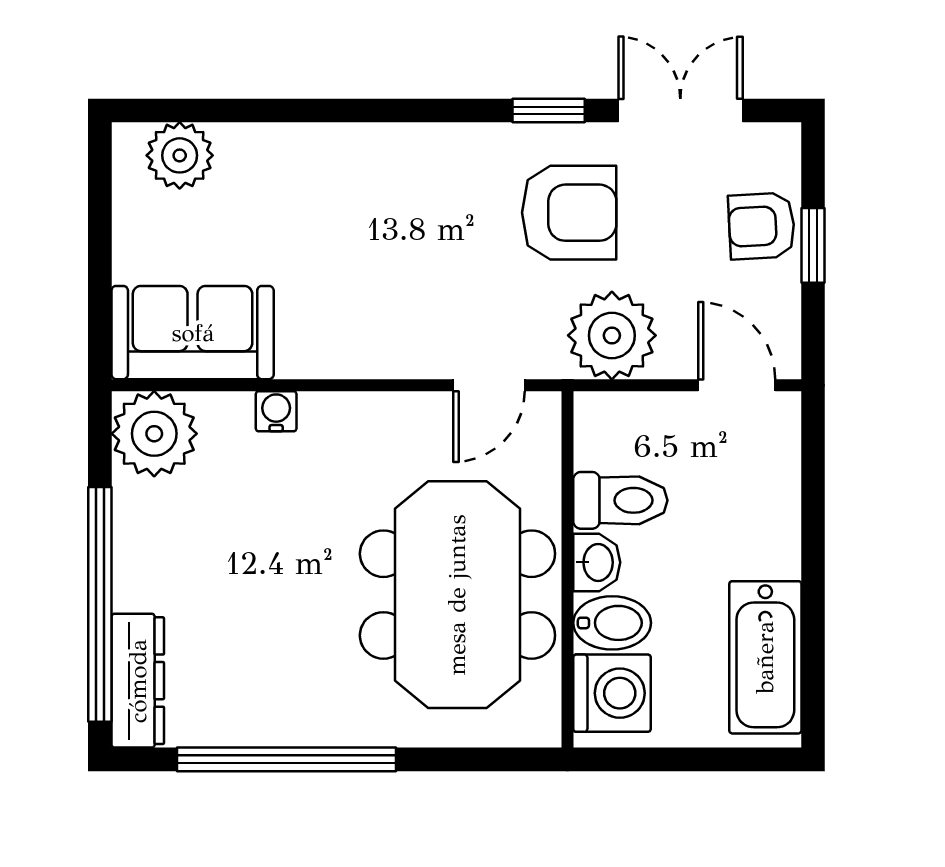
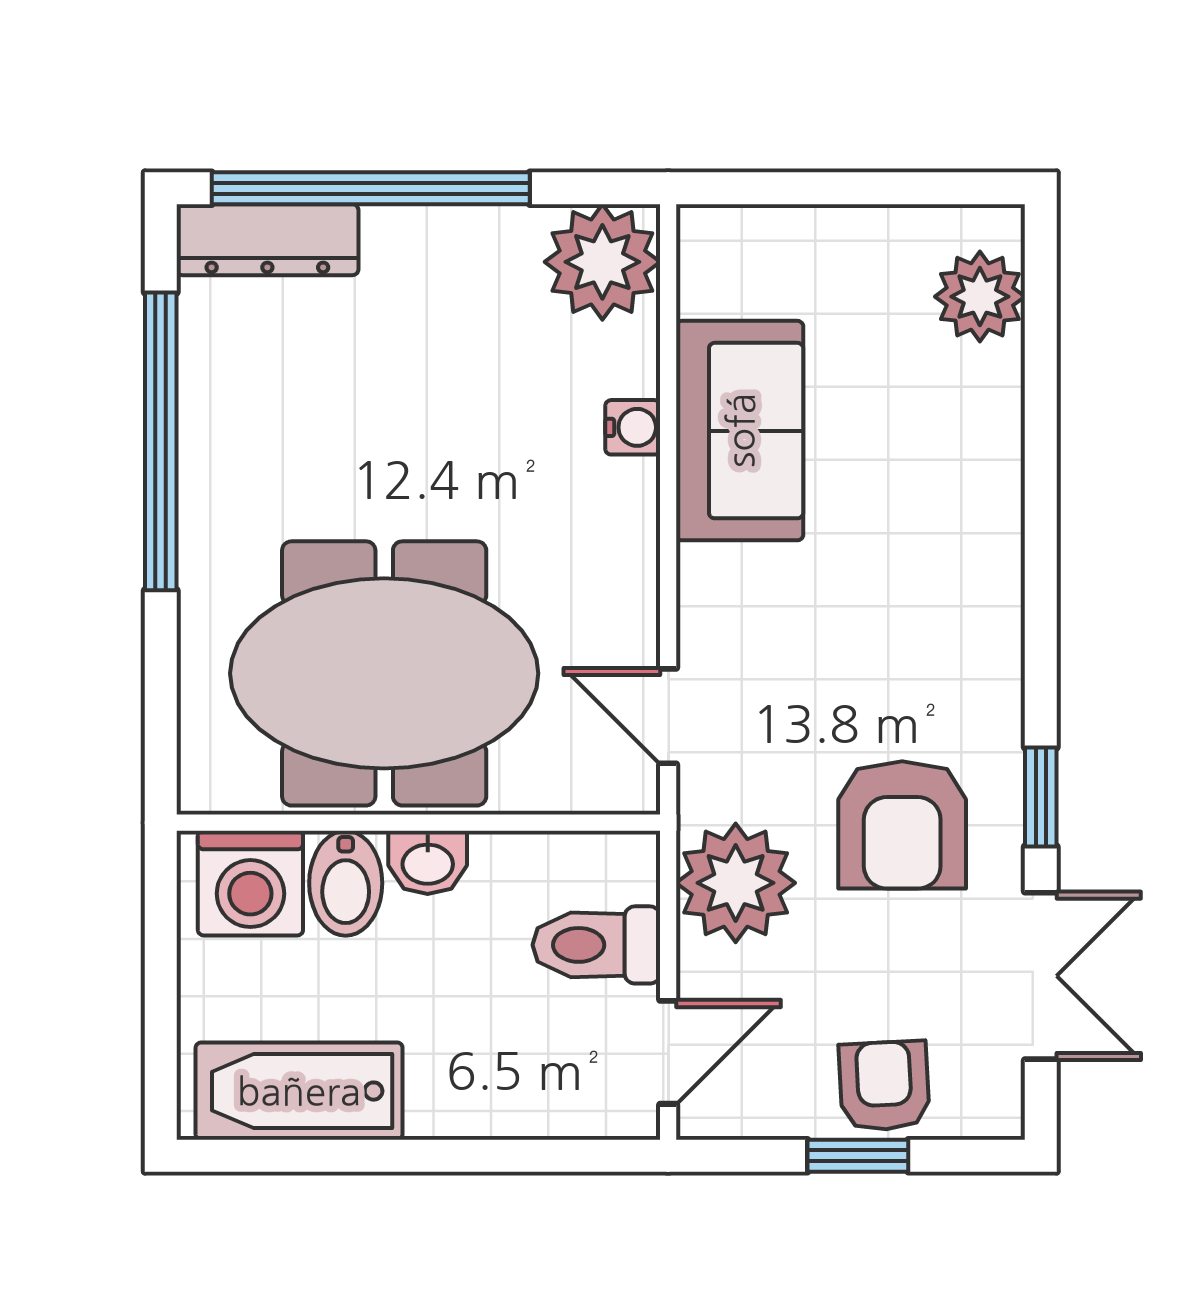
sofa: (193, 333) -> (740, 431), moved
toilet: (620, 500) -> (596, 945), moved, turned 90

